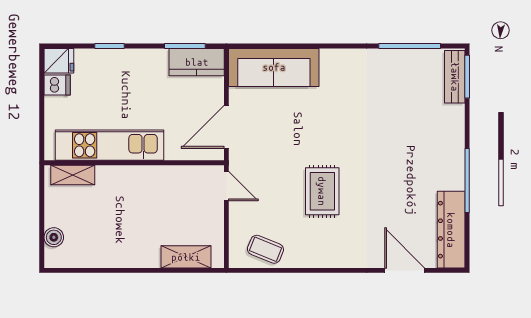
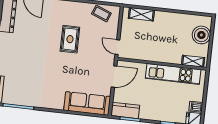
boiler: (54, 237) -> (201, 35), width x1.86, depth x1.86

